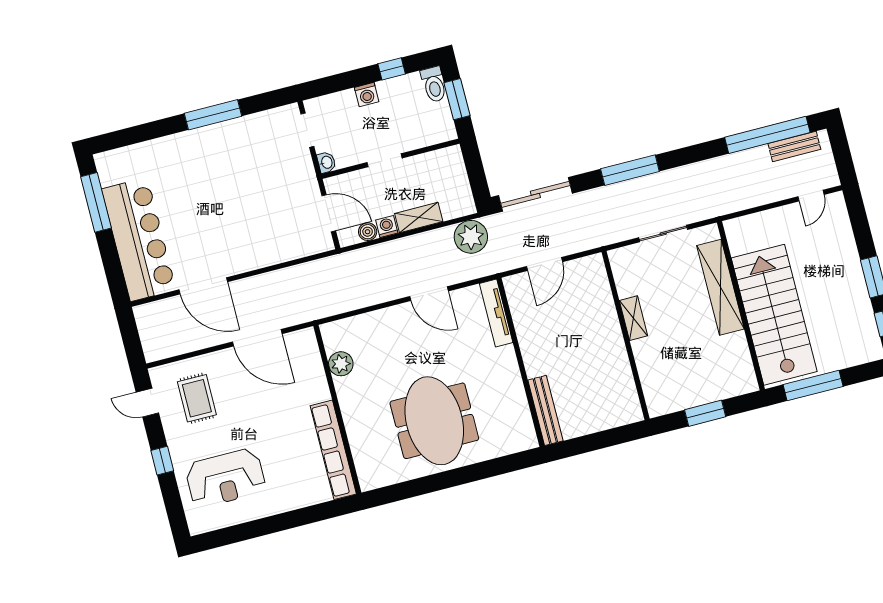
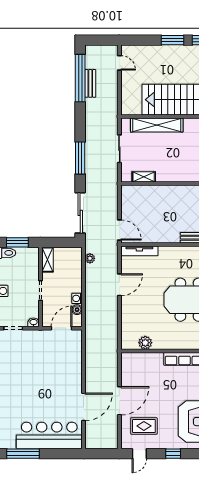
bench: (794, 146) -> (90, 83), moved
shelving: (419, 217) -> (48, 260), moved
plant: (471, 237) -> (90, 258), width x0.53, depth x0.53
door: (544, 264) -> (119, 230), moved
shelving: (633, 318) -> (144, 177), moved
door: (257, 338) -> (119, 401), moved

